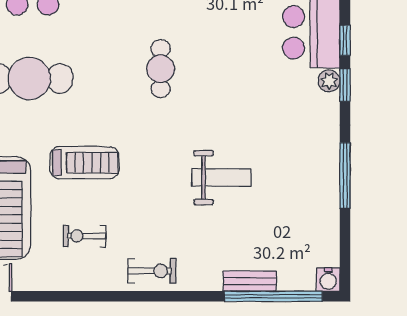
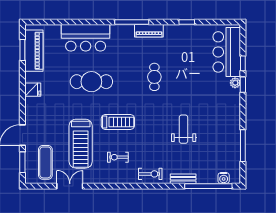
window: (345, 176) -> (243, 146), moved
weight bench: (221, 178) -> (184, 129), turned -90
water cooler: (328, 280) -> (224, 178), moved
bench: (250, 281) -> (183, 179), moved

